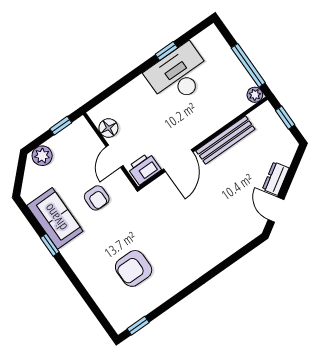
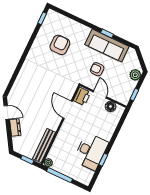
bench: (225, 140) -> (44, 146), moved
sofa: (55, 218) -> (107, 45), width x1.36

